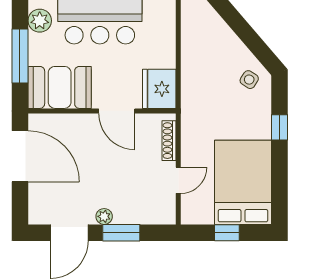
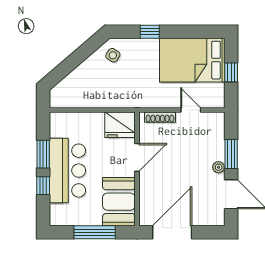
plant: (40, 21) -> (67, 217), removed

